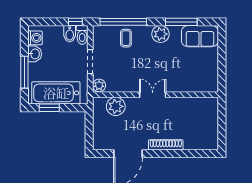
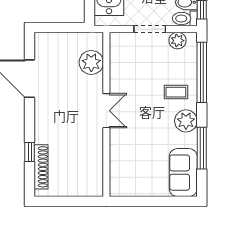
coffee table: (126, 38) -> (176, 92), moved
plant: (99, 85) -> (178, 41), moved
shoe rack: (166, 145) -> (41, 167), moved
window: (184, 154) -> (30, 152), added

